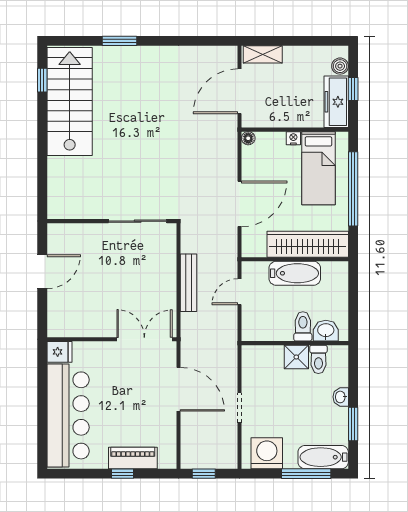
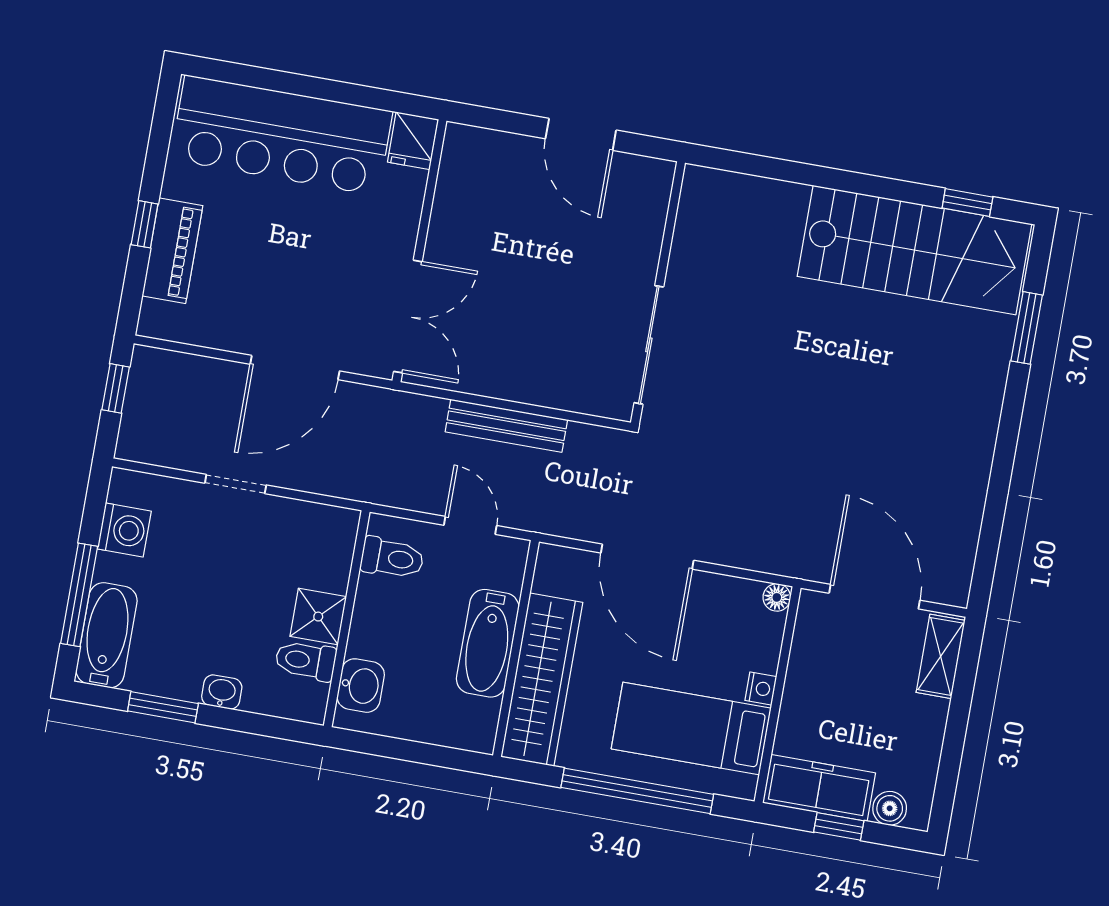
window: (120, 41) -> (1027, 328), moved
toilet: (303, 326) -> (392, 558), moved
washing machine: (267, 453) -> (124, 530), width x0.73, depth x0.73

